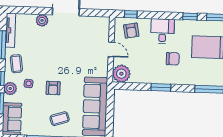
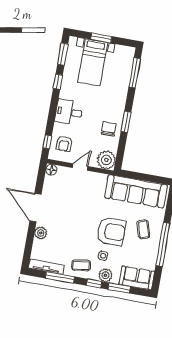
floor lamp: (105, 22) -> (51, 170), added
armchair: (131, 31) -> (64, 144), turned 101
chair: (173, 59) -> (109, 129), moved
armchair: (53, 88) -> (111, 231), width x1.88, depth x1.88

